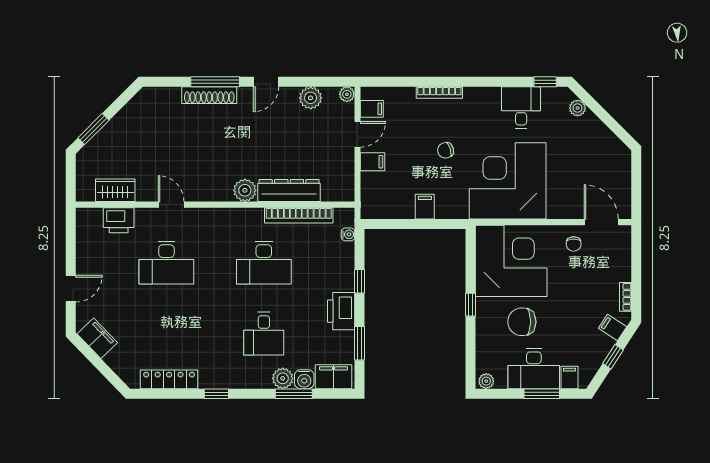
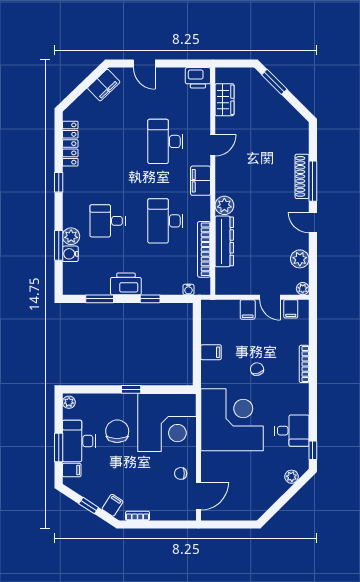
printer: (119, 220) -> (198, 78), moved, turned -90
filing cabinet: (333, 377) -> (201, 181), moved, turned 180

